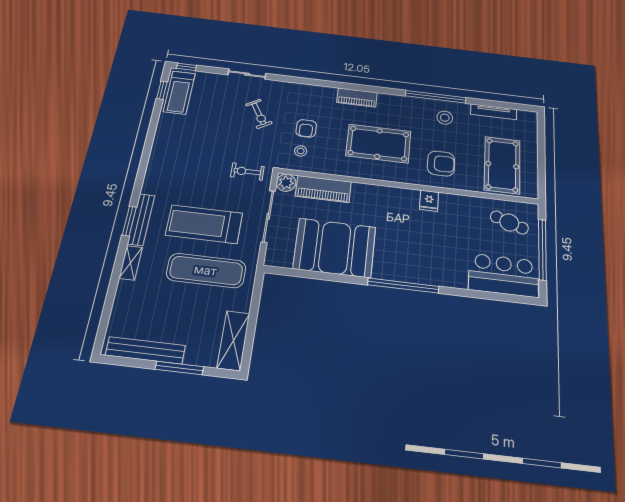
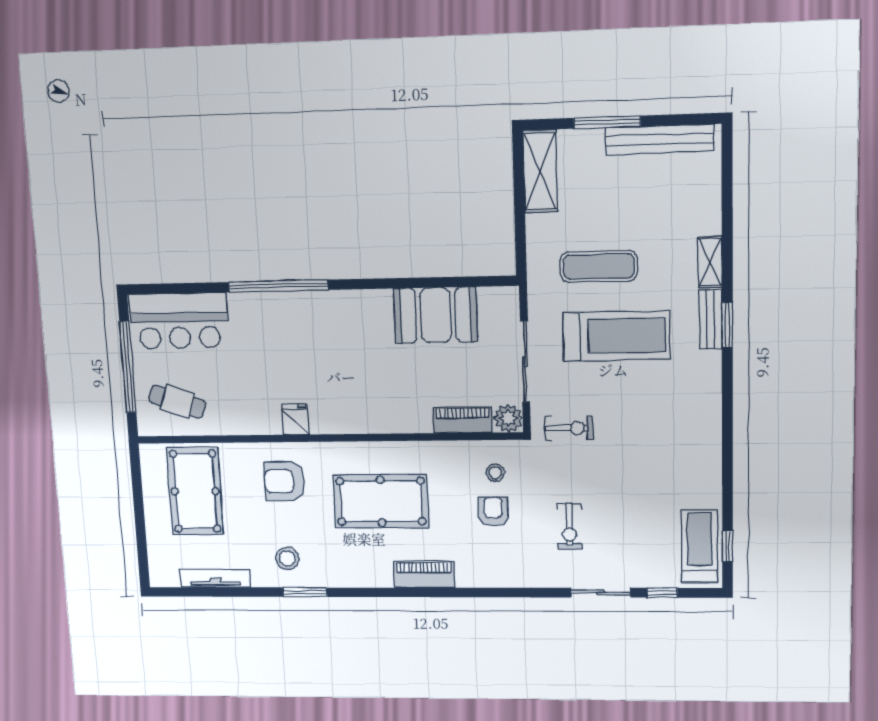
window: (186, 67) -> (662, 593), moved
window: (436, 97) -> (305, 592), width x0.47
exercise bike: (259, 114) -> (569, 526), turned -149
piano: (323, 189) -> (462, 420), width x0.73, depth x0.75
bench: (141, 220) -> (710, 319), width x0.73
booth: (335, 248) -> (436, 315), width x0.73, depth x0.70
exercise mat: (206, 270) -> (599, 266), width x0.73, depth x0.69
window: (403, 286) -> (278, 286), moved

